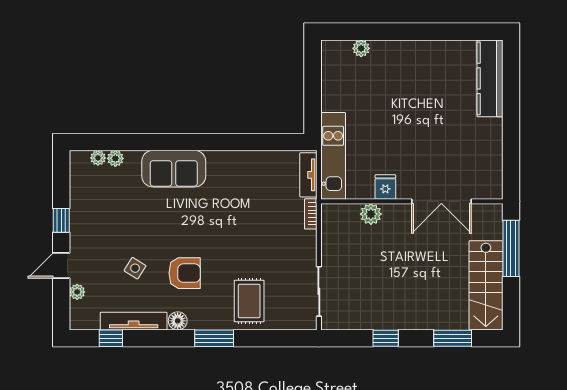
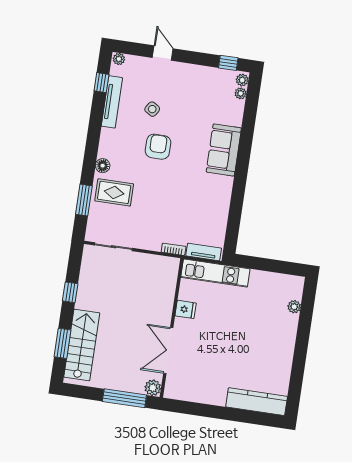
plant: (115, 158) -> (242, 80), moved
plant: (371, 214) -> (153, 388), moved
window: (61, 220) -> (228, 63), moved
armchair: (185, 273) -> (158, 147), moved, turned 180
stairs: (486, 285) -> (82, 345), moved, turned 90
plant: (77, 292) -> (119, 59), moved
floor lamp: (178, 321) -> (103, 166), moved
window: (214, 338) -> (84, 200), moved

